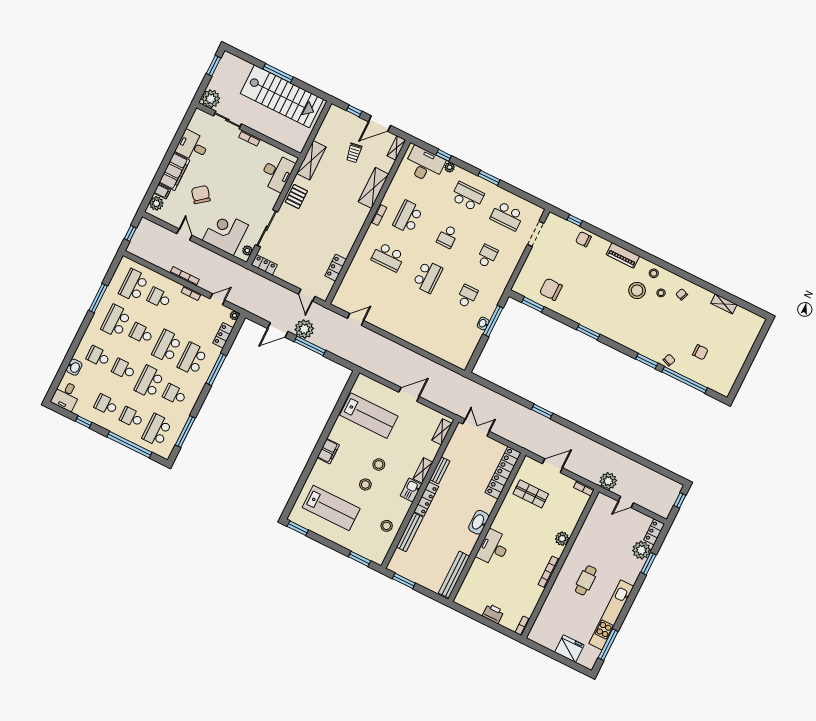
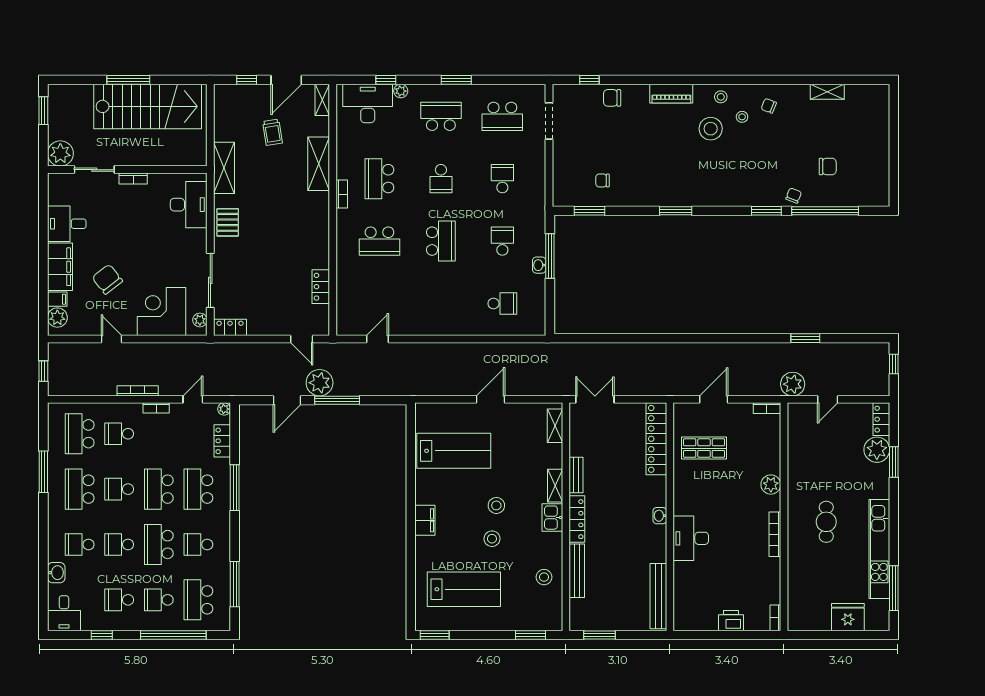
chair: (551, 289) -> (603, 180), width x0.54, depth x0.54
school desk: (447, 336) -> (502, 303), added
window: (542, 411) -> (805, 338), moved
washbasin: (479, 522) -> (660, 516), width x0.52, depth x0.69

